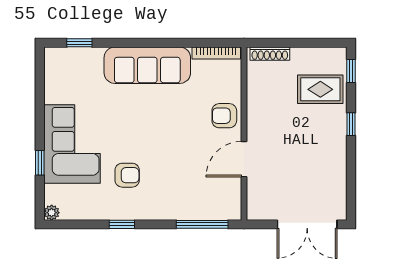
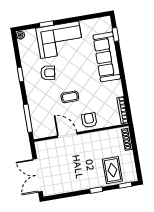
sofa: (147, 65) -> (107, 57), moved
coffee table: (177, 143) -> (70, 97), added
armchair: (127, 175) -> (48, 73), turned -82

